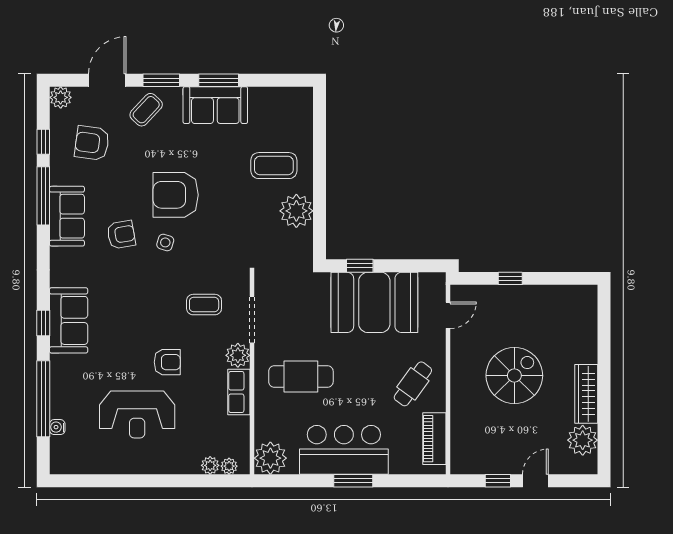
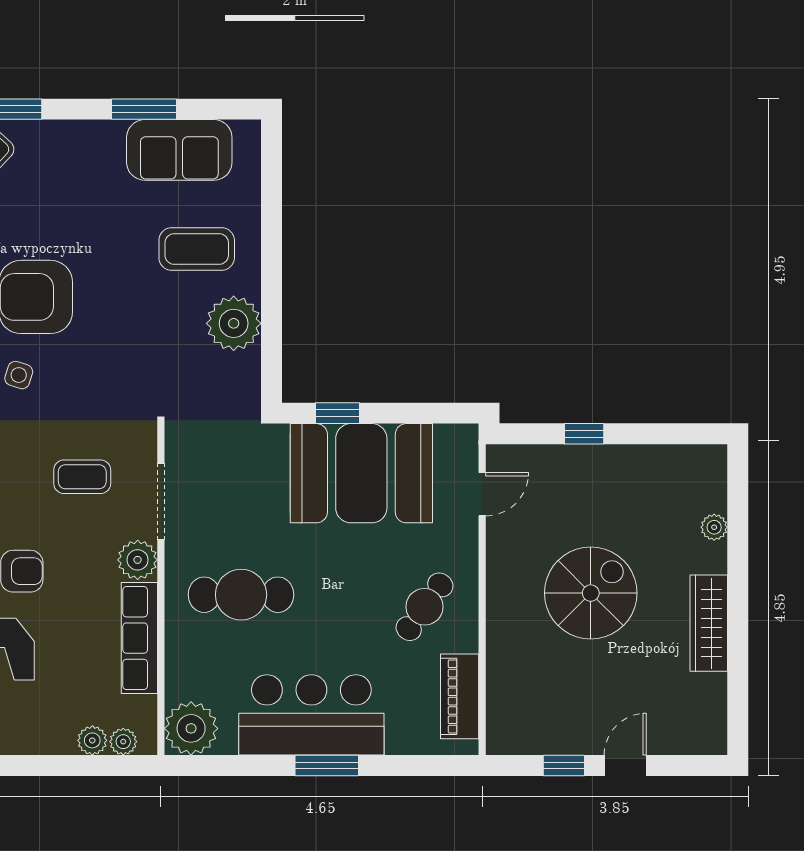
window: (219, 80) -> (144, 109), moved
sofa: (215, 105) -> (179, 150), moved
row of seats: (239, 392) -> (139, 638), width x1.48
plant: (583, 440) -> (714, 527), moved, width x0.53, depth x0.53

